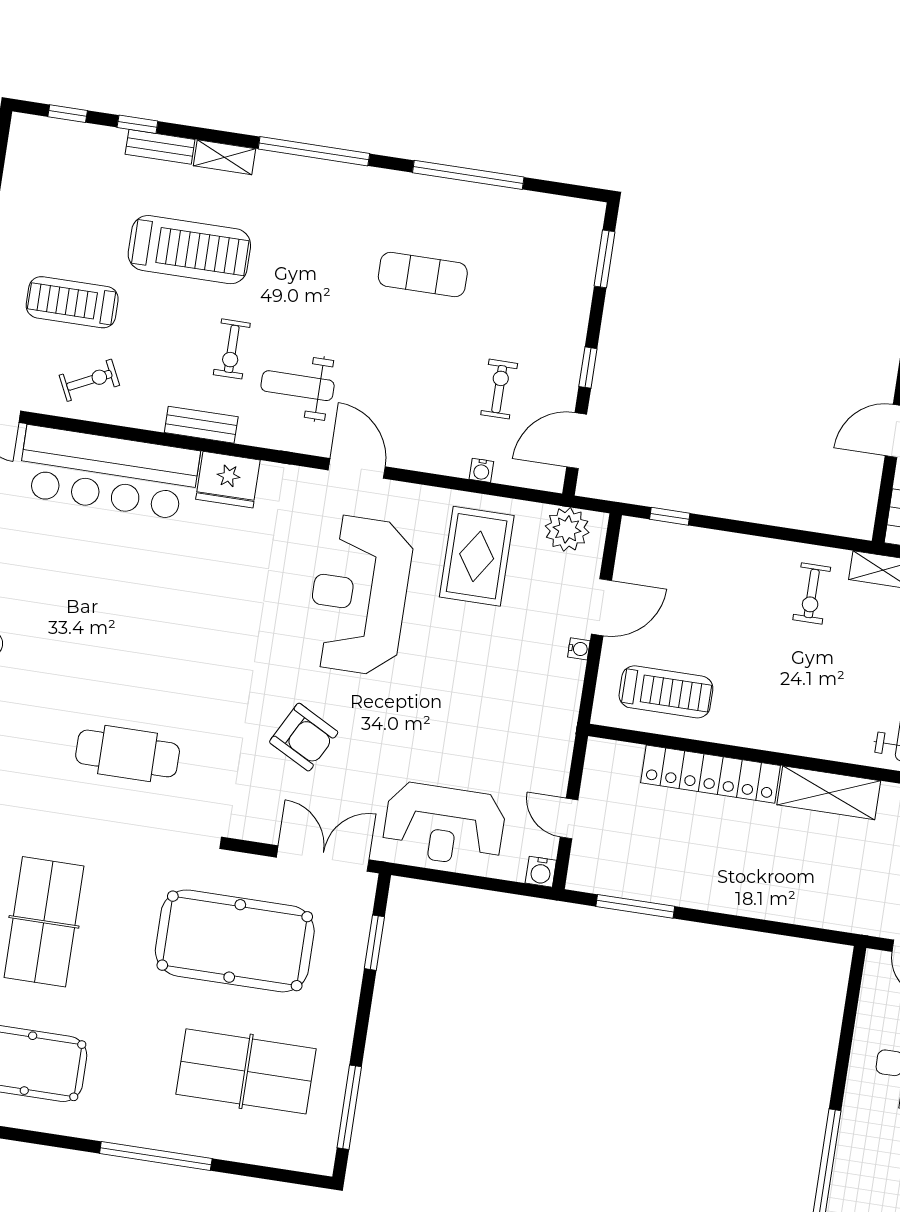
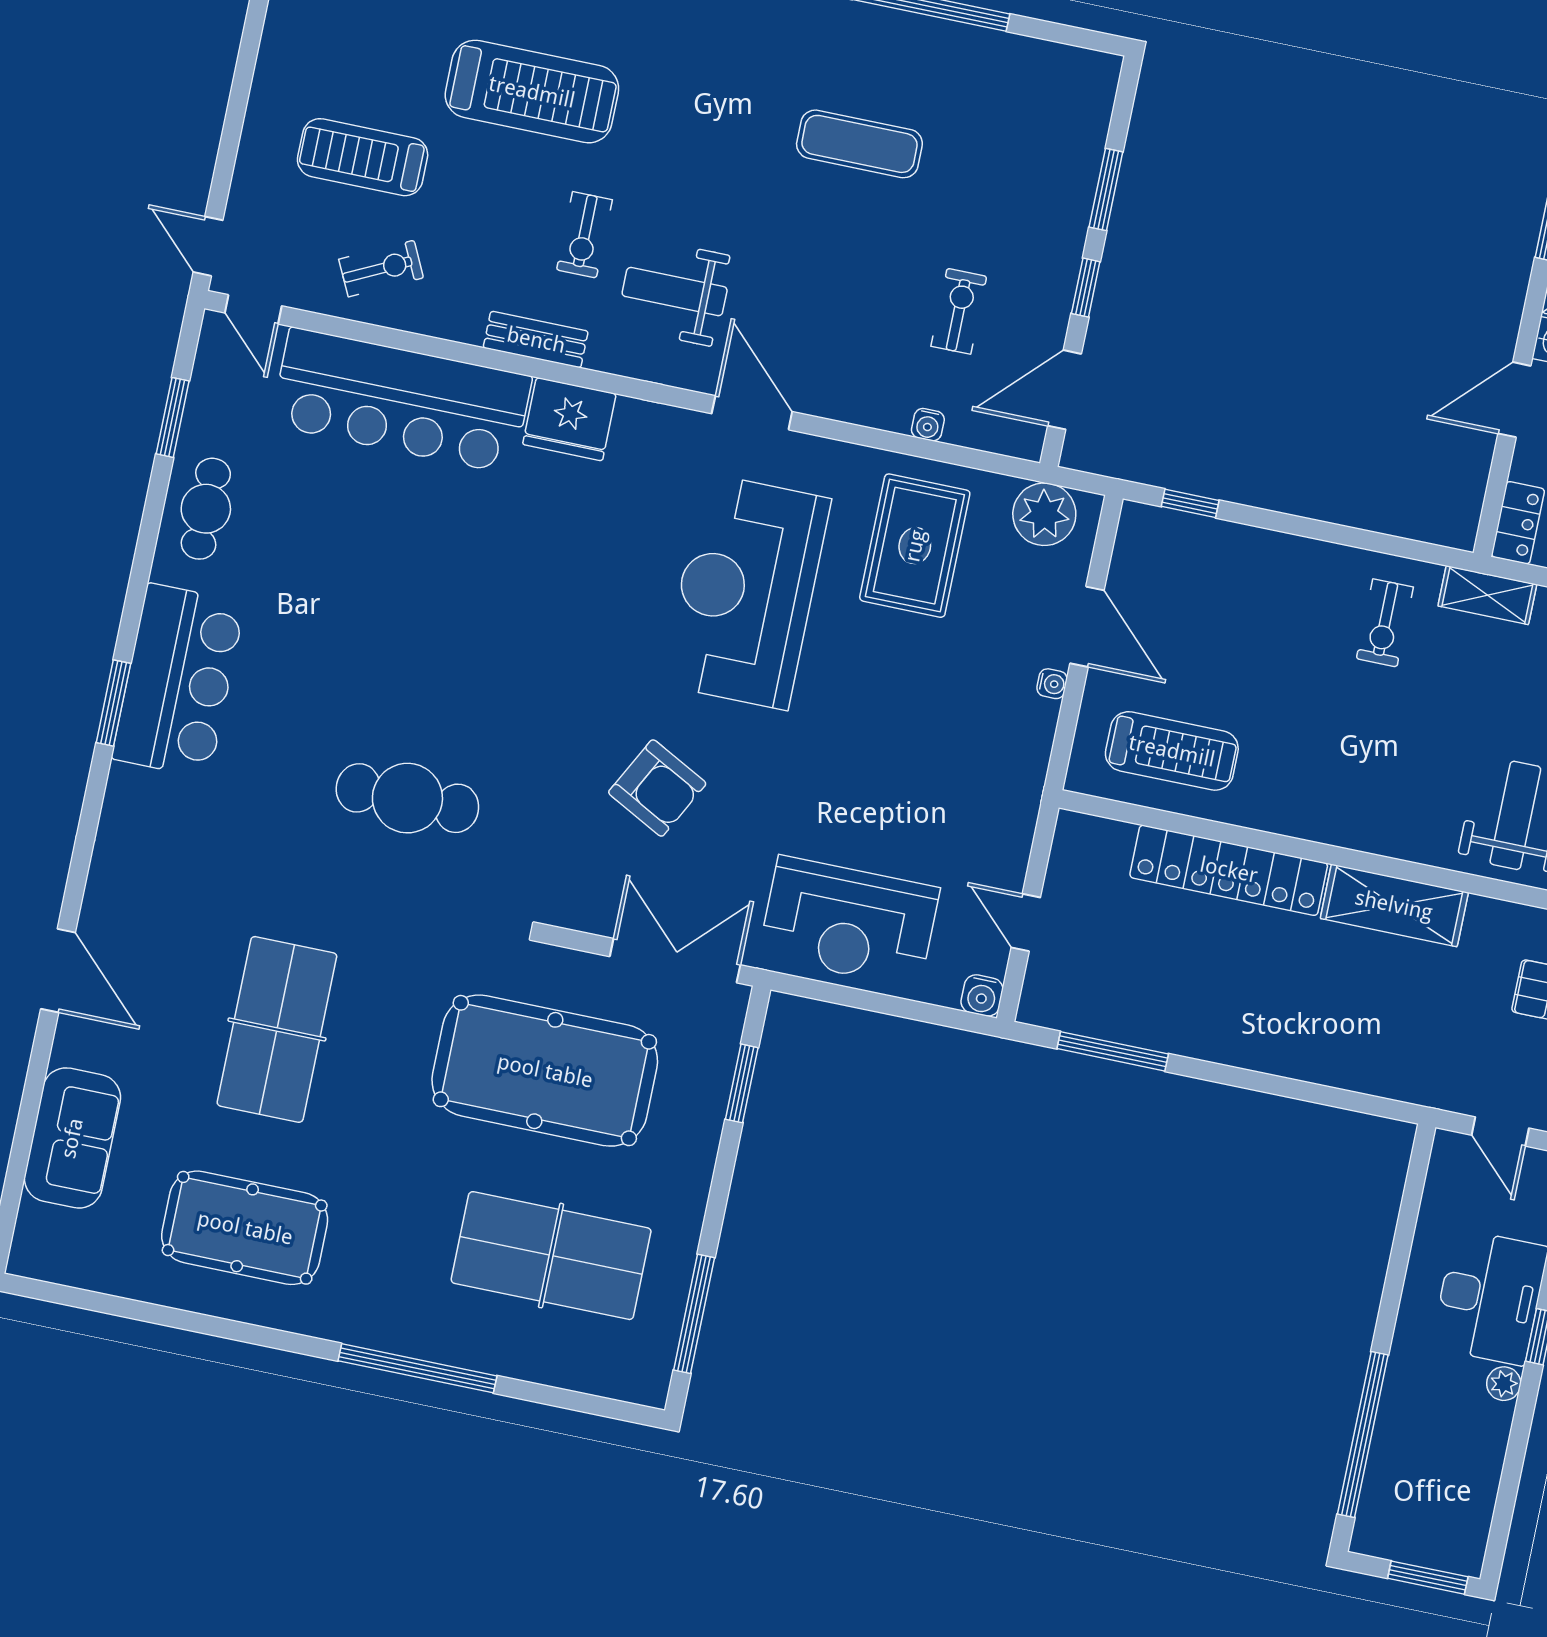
window: (605, 259) -> (1106, 190), moved
door: (601, 607) -> (1087, 627), hinge flipped

